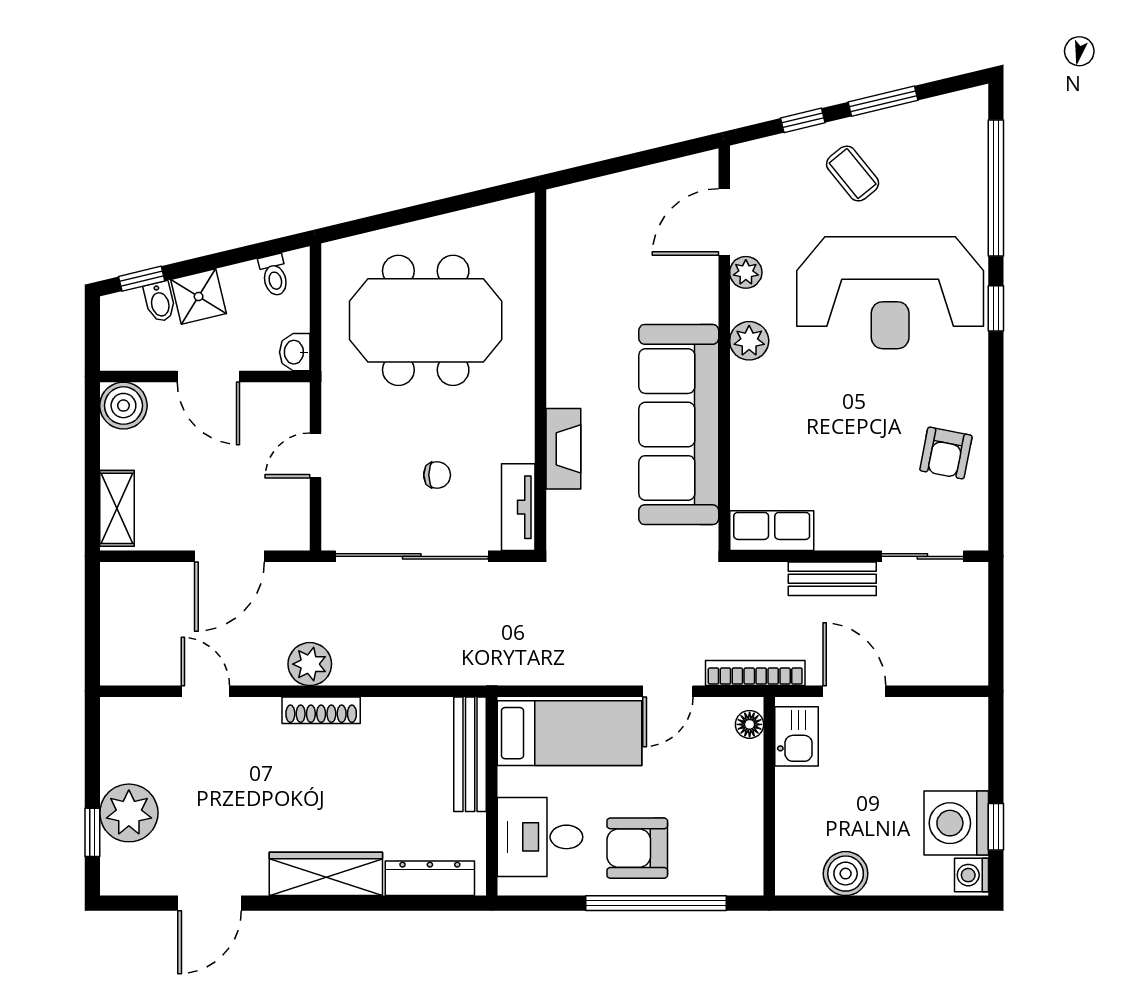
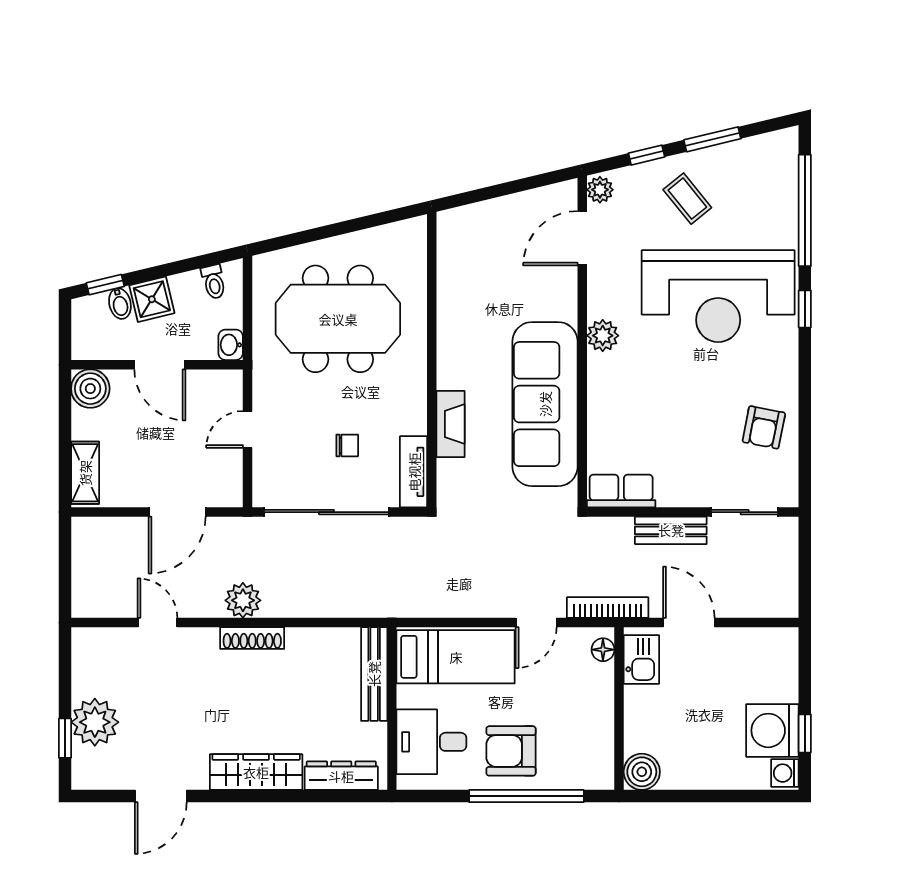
plant: (746, 272) -> (600, 190), moved
boiler: (846, 874) -> (642, 772), moved

